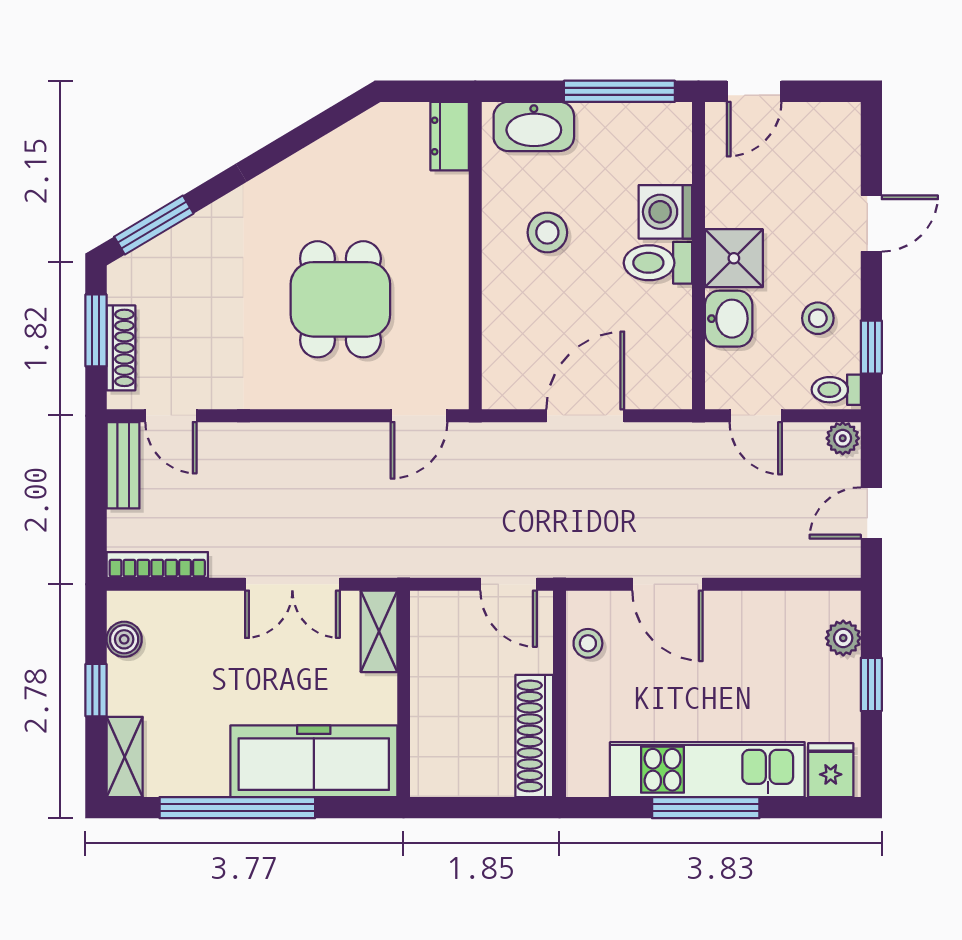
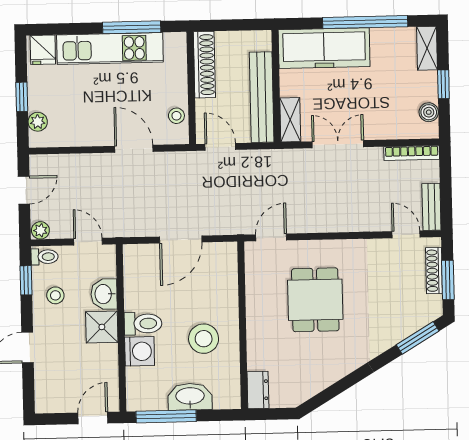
washbasin: (534, 126) -> (190, 397), moved
stool: (547, 232) -> (204, 339), width x1.38, depth x1.38
bench: (431, 674) -> (262, 97), added
window: (706, 808) -> (132, 27), moved

